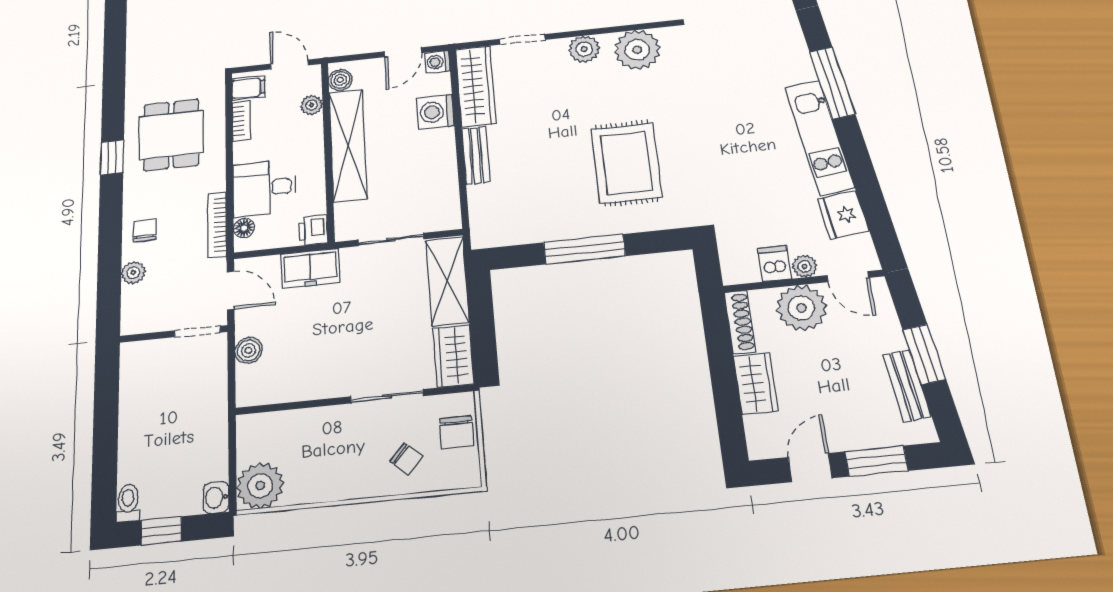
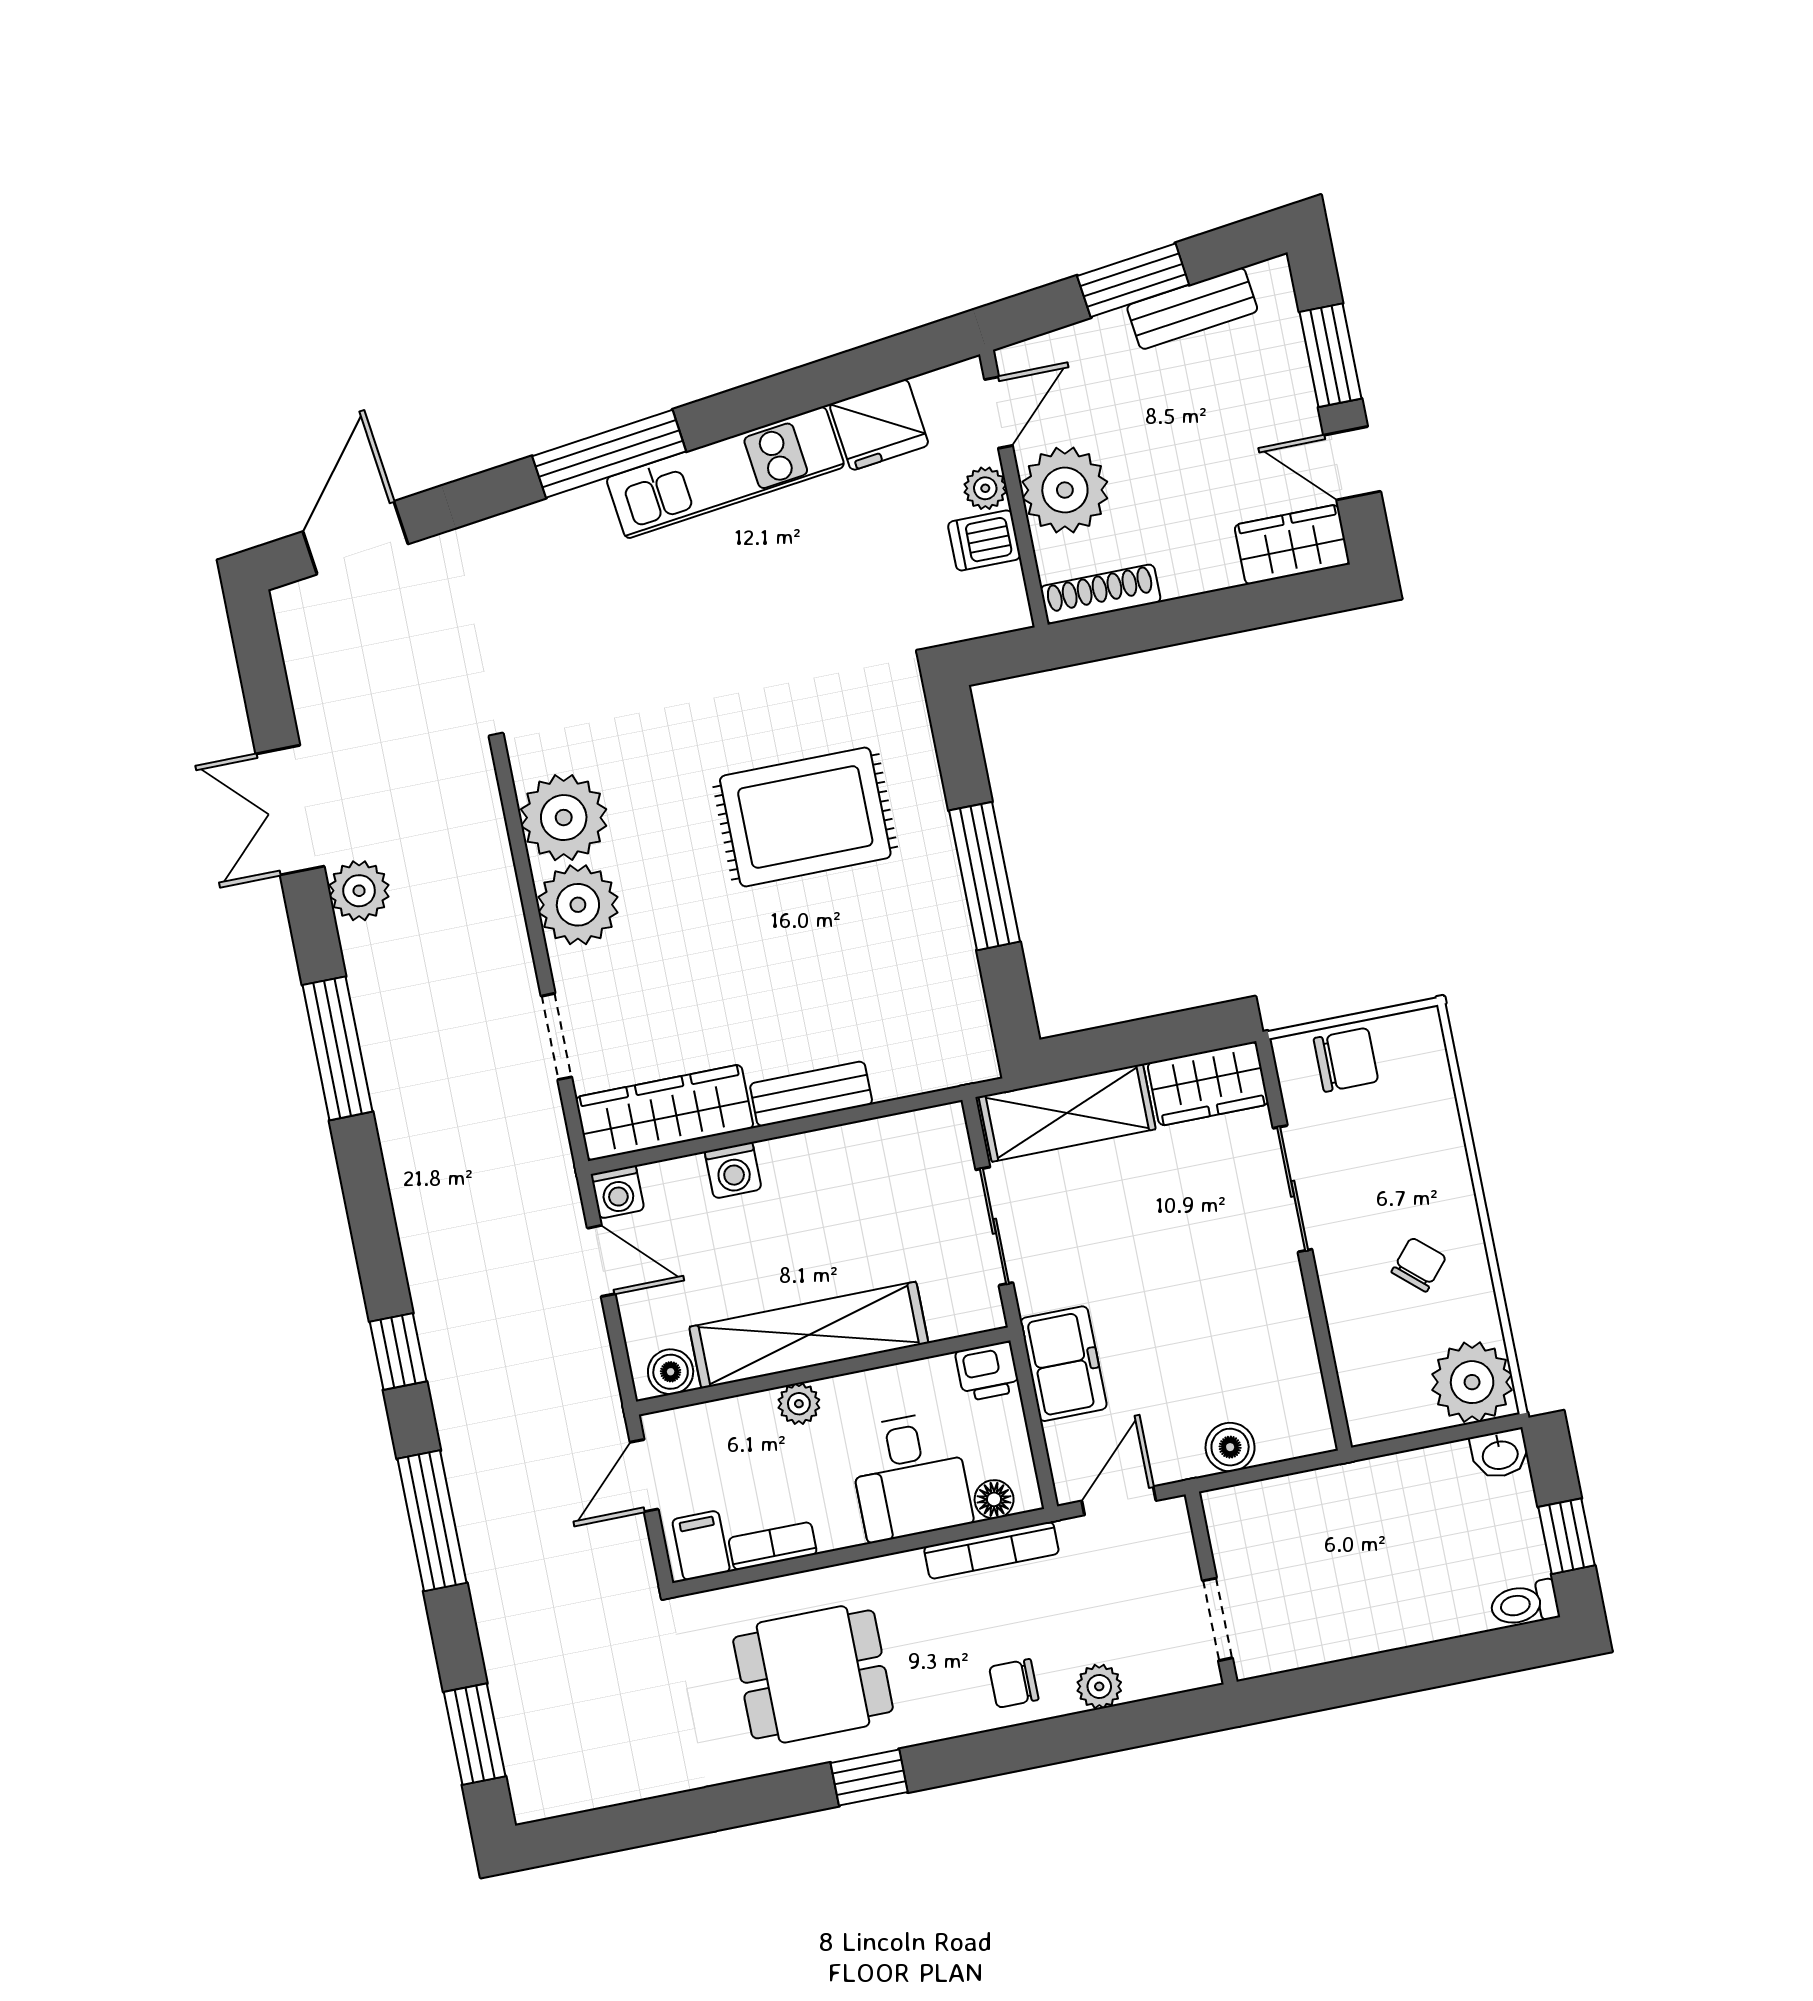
plant: (584, 49) -> (578, 905), width x1.36, depth x1.36
plant: (312, 105) -> (799, 1404), moved
washing machine: (435, 112) -> (733, 1170), width x0.73, depth x0.73
doorway: (197, 332) -> (1217, 1619), moved
wardrobe: (756, 383) -> (1292, 545), moved
chair: (406, 459) -> (1419, 1265), moved

